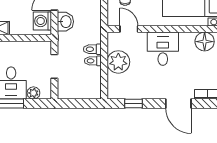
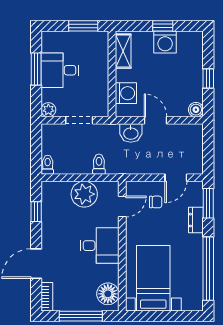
washing machine: (42, 21) -> (126, 93), moved, turned 90
toilet: (93, 61) -> (48, 165), moved
plant: (33, 93) -> (48, 110), moved

